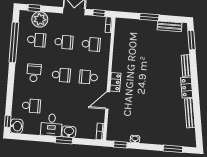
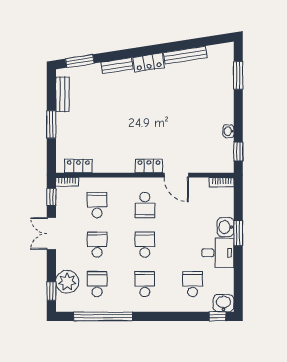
locker: (119, 33) -> (78, 166), added
school desk: (34, 73) -> (145, 284), turned 90

